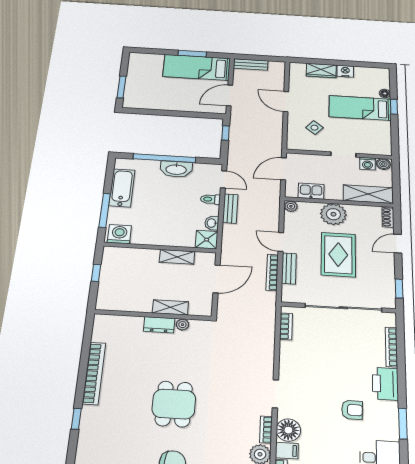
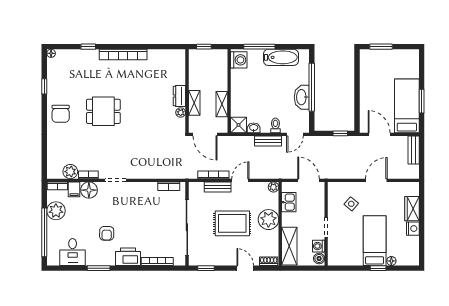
shelving: (170, 307) -> (194, 103), moved
wall: (153, 315) -> (187, 91), moved
dresser: (159, 325) -> (179, 96), moved
plant: (182, 325) -> (181, 112), moved

